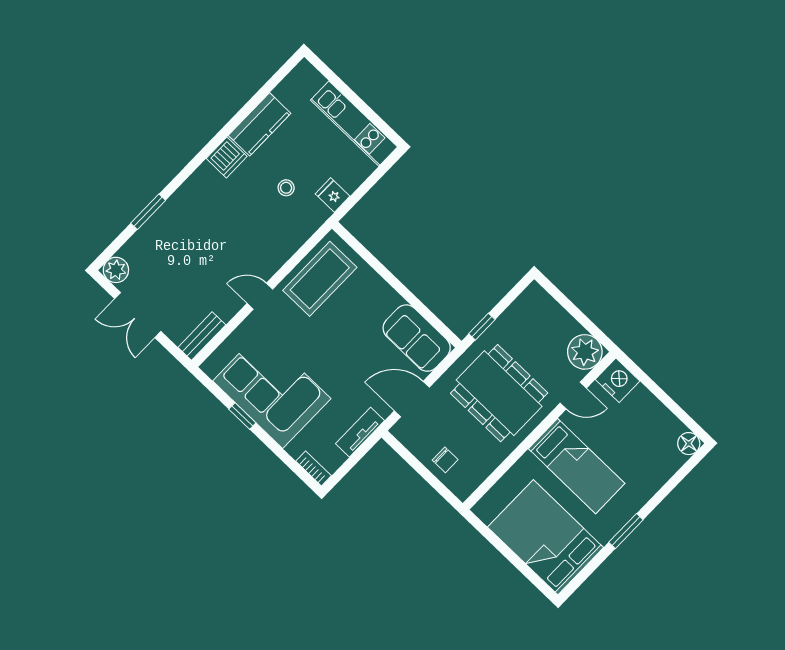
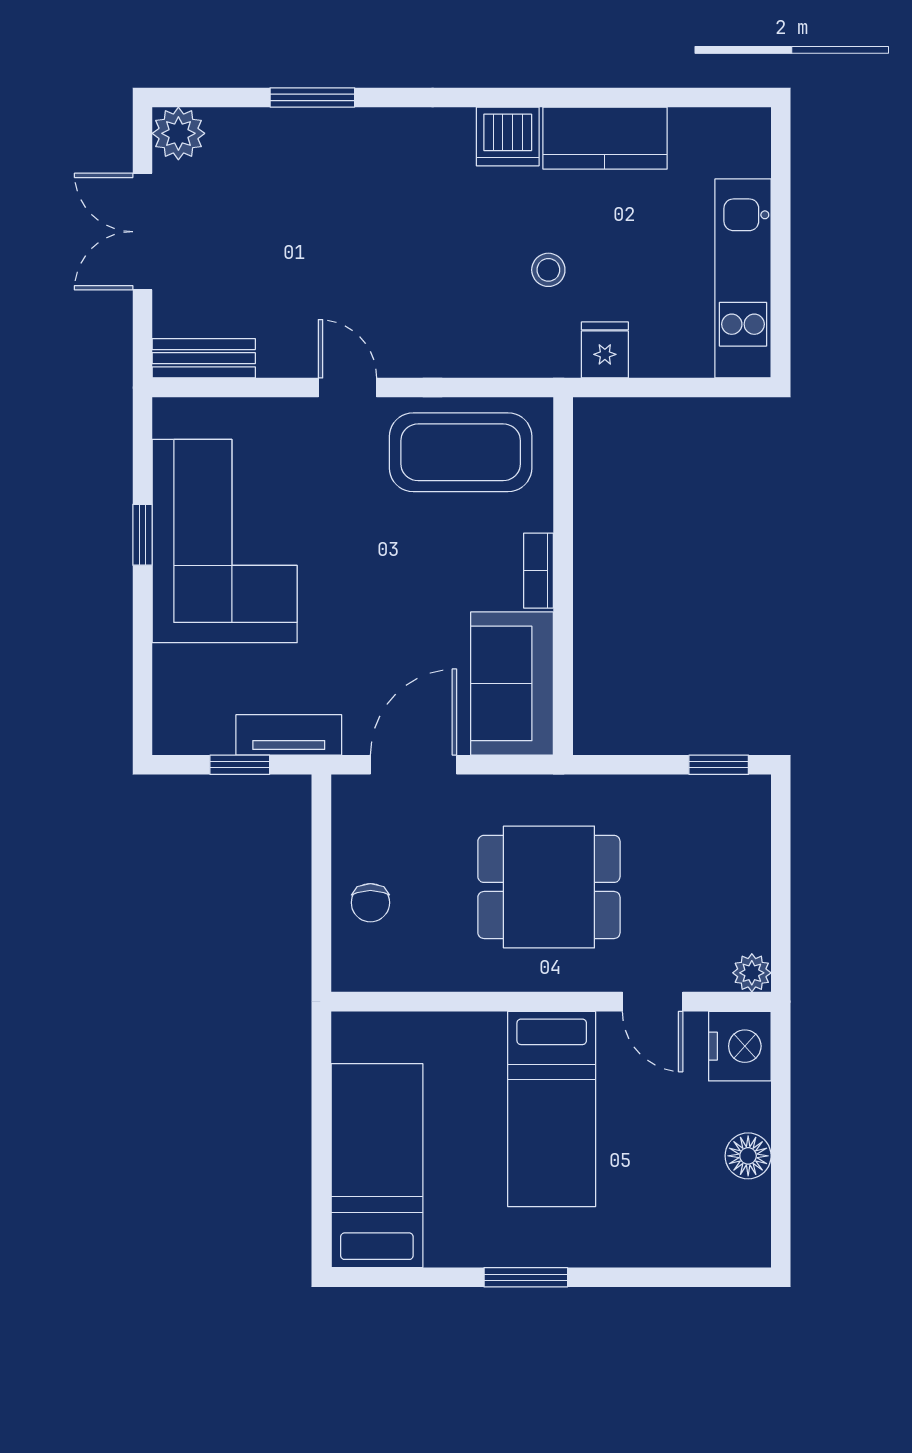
window: (482, 327) -> (719, 765), moved
plant: (585, 352) -> (752, 973), width x0.53, depth x0.53
dining table: (499, 393) -> (549, 887), width x0.73
door: (412, 399) -> (414, 765), hinge flipped
floor lamp: (689, 444) -> (748, 1156), moved
window: (354, 459) -> (240, 765), added
bookcase: (314, 468) -> (538, 571), moved, turned 180
bed: (546, 537) -> (377, 1166), width x0.67

